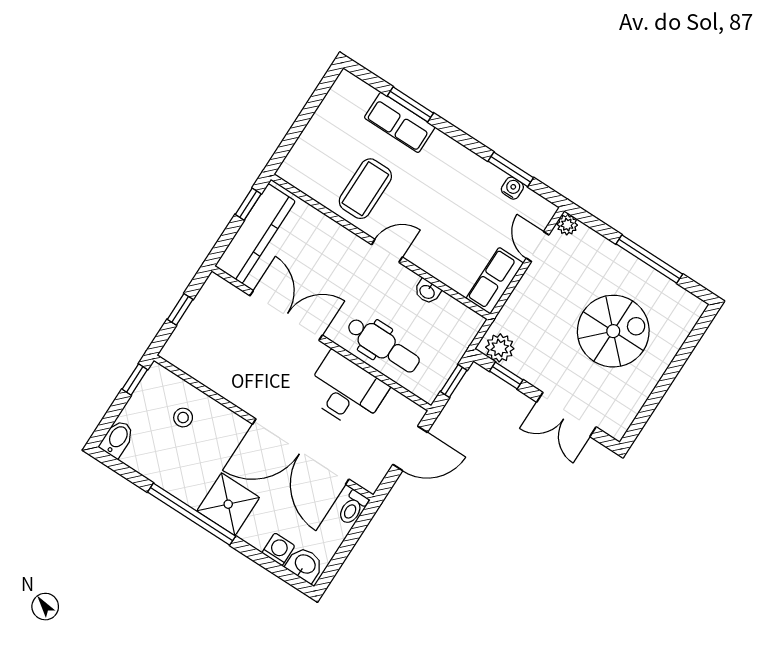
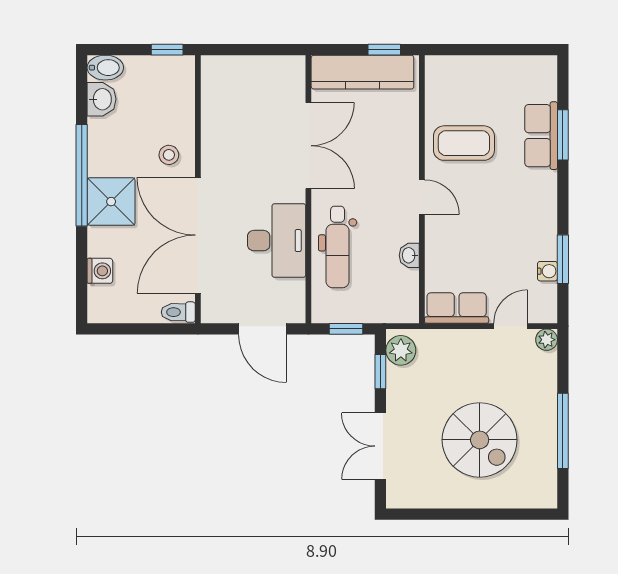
window: (180, 309) -> (254, 50), removed
stool: (183, 418) -> (169, 155), moved
washbasin: (305, 565) -> (102, 99), moved

